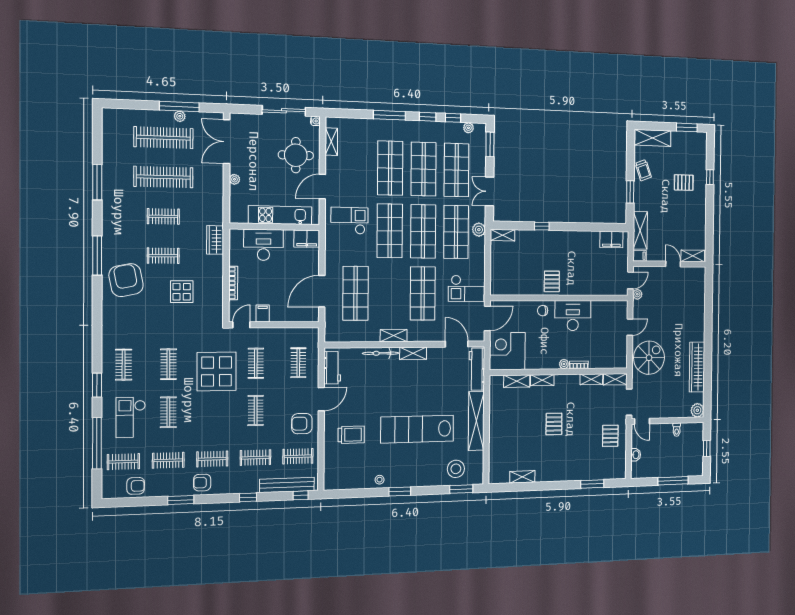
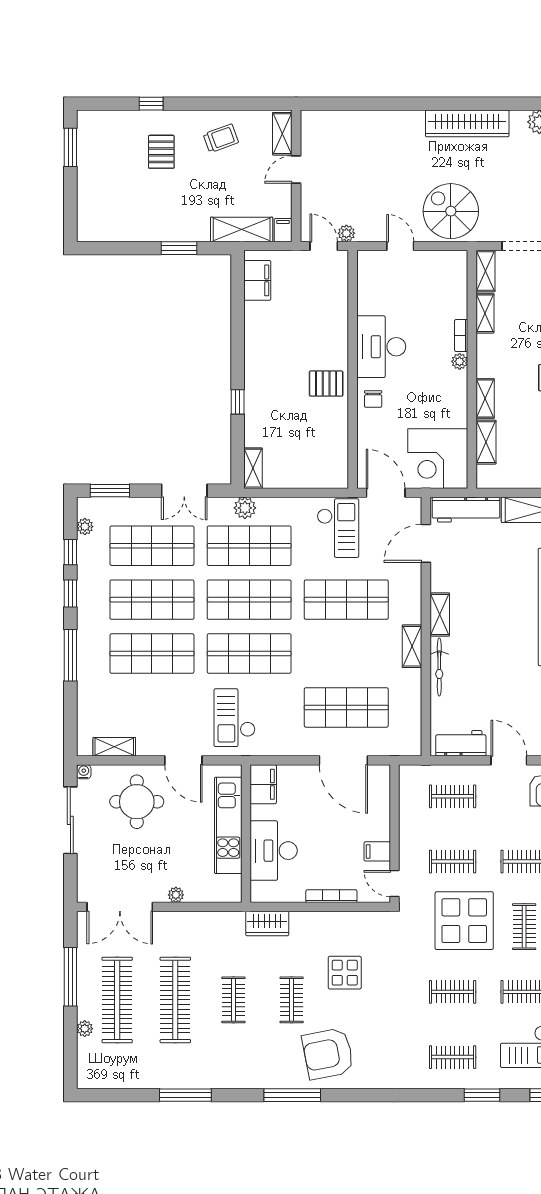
plant: (180, 116) -> (85, 1029), moved
shelving: (653, 138) -> (90, 209), removed
trolley: (643, 170) -> (221, 138), moved
clothes rail: (212, 411) -> (524, 927), added

